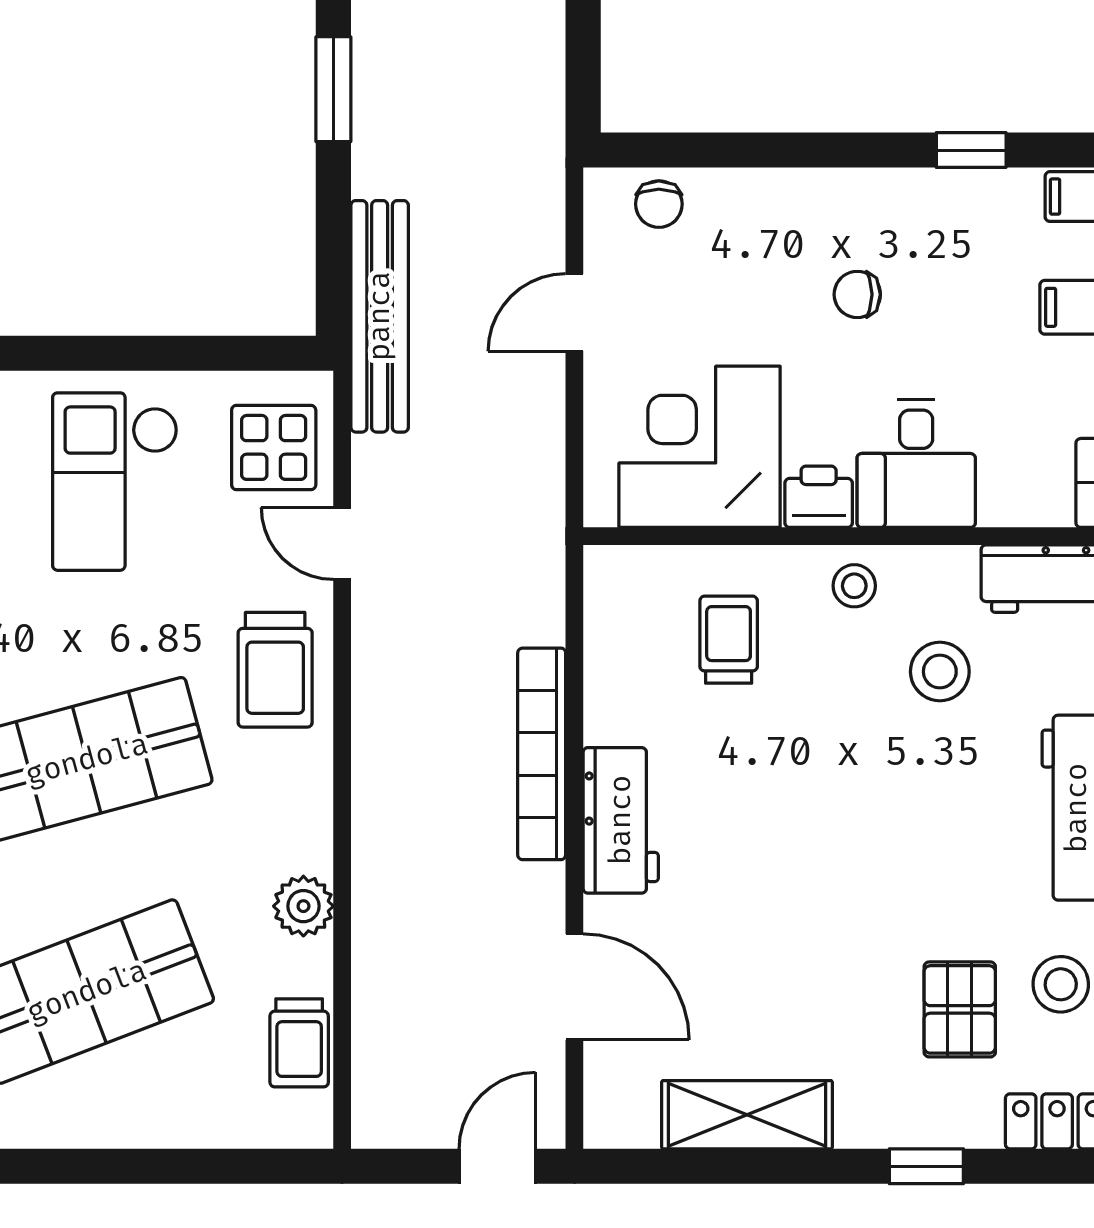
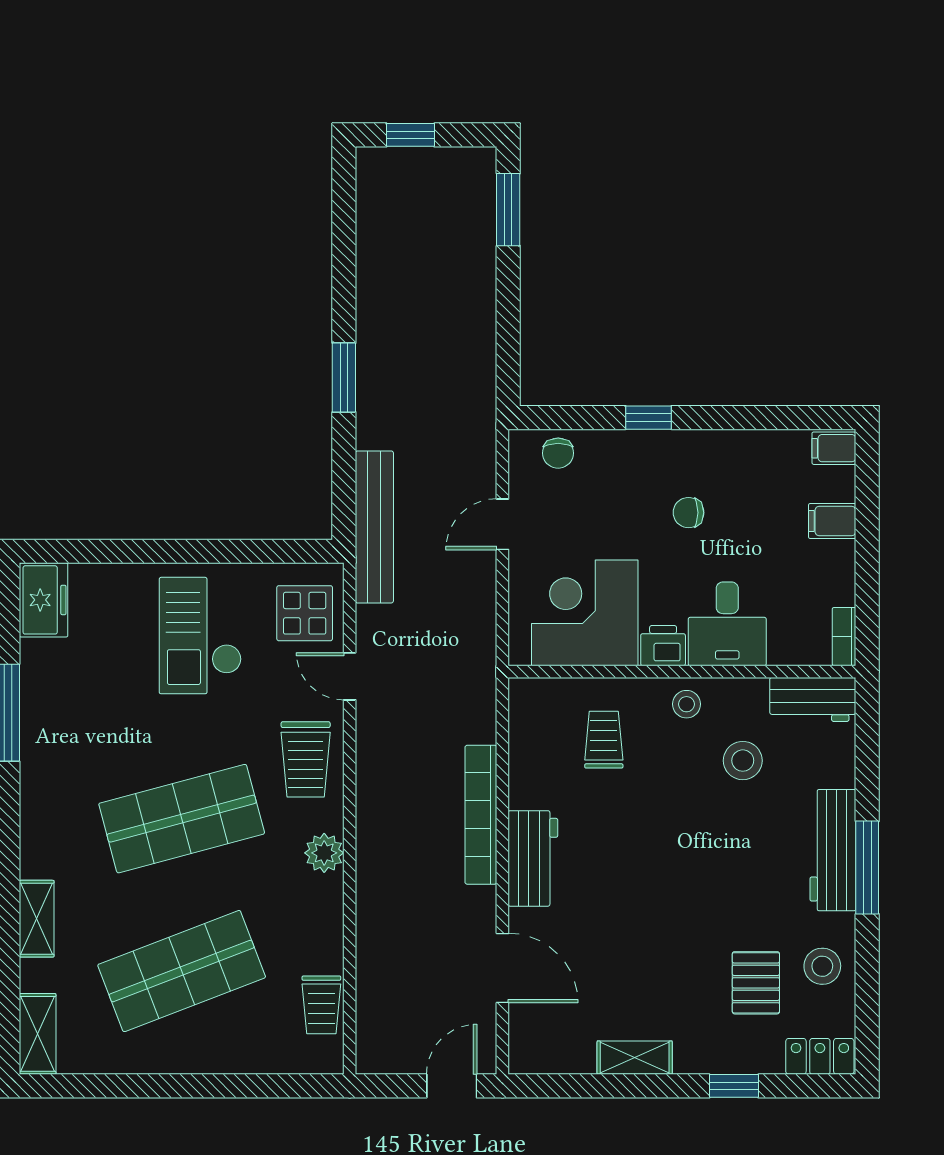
window: (971, 150) -> (648, 418), moved
plant: (303, 906) -> (324, 853), moved
shelving: (747, 1115) -> (635, 1058), width x0.67, depth x0.75

